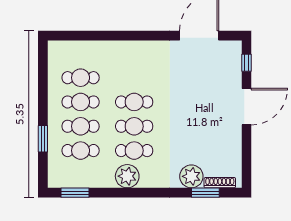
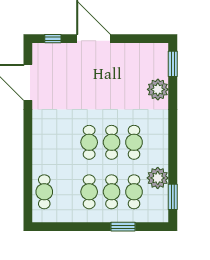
cafe table: (81, 78) -> (44, 192), moved
plant: (127, 176) -> (158, 178), moved
shoe rack: (220, 183) -> (164, 63), removed
window: (205, 193) -> (173, 64), moved

